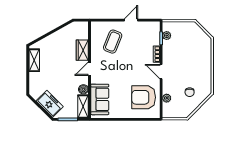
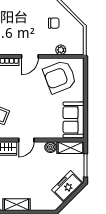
door: (90, 69) -> (26, 140), hinge flipped
armchair: (144, 97) -> (60, 77), turned 69
sofa: (100, 99) -> (74, 120), moved, turned -90

